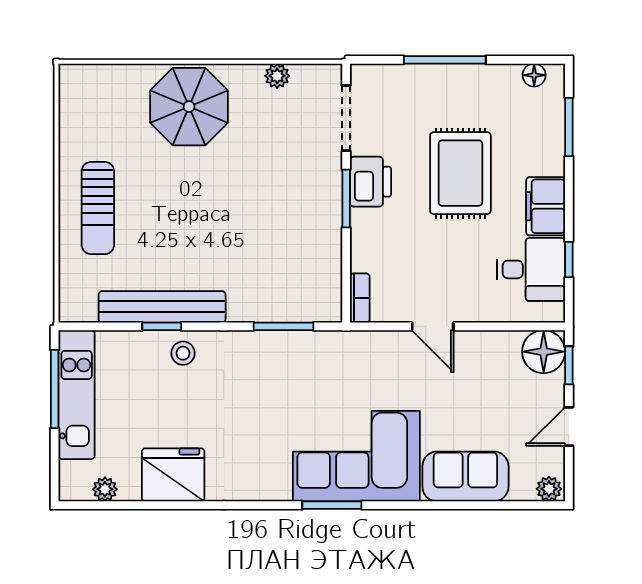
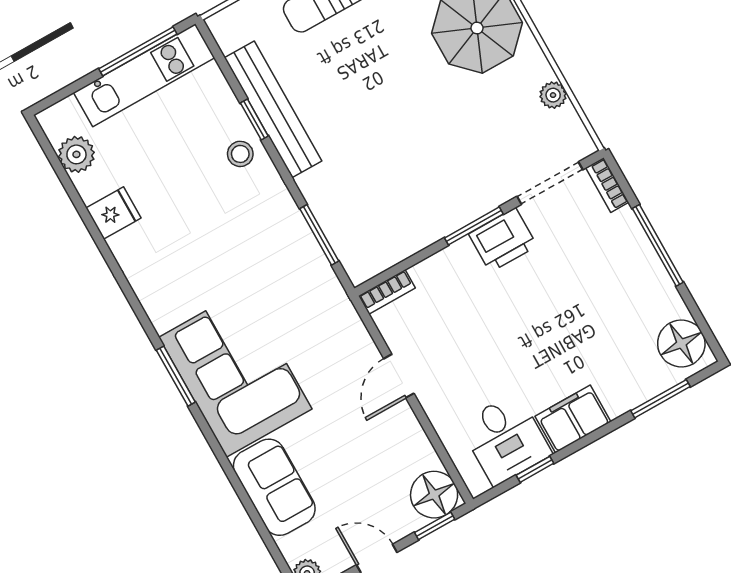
bookcase: (374, 73) -> (607, 185), added
floor lamp: (534, 75) -> (681, 344), width x1.89, depth x1.89
rug: (460, 173) -> (559, 321), removed
fridge: (173, 475) -> (113, 213), width x0.53, depth x0.75
plant: (105, 489) -> (76, 154), width x1.38, depth x1.38

